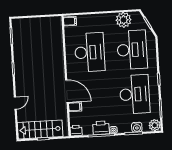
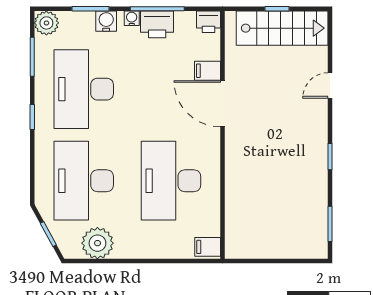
water cooler: (137, 127) -> (106, 21), moved

